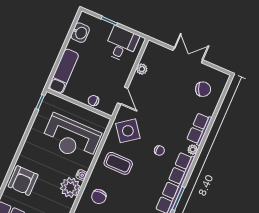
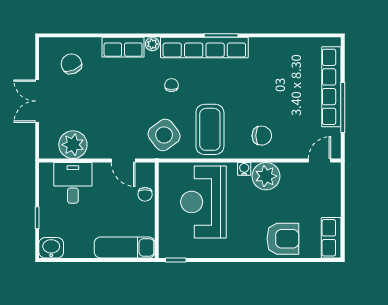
washbasin: (80, 33) -> (51, 248), moved
desk: (121, 44) -> (73, 183), moved, turned 90
plant: (142, 69) -> (73, 145), width x1.88, depth x1.88
door: (123, 96) -> (123, 161), swing flipped
reception desk: (71, 138) -> (203, 202), turned 180
coffee table: (118, 163) -> (210, 129), width x1.36, depth x1.32

